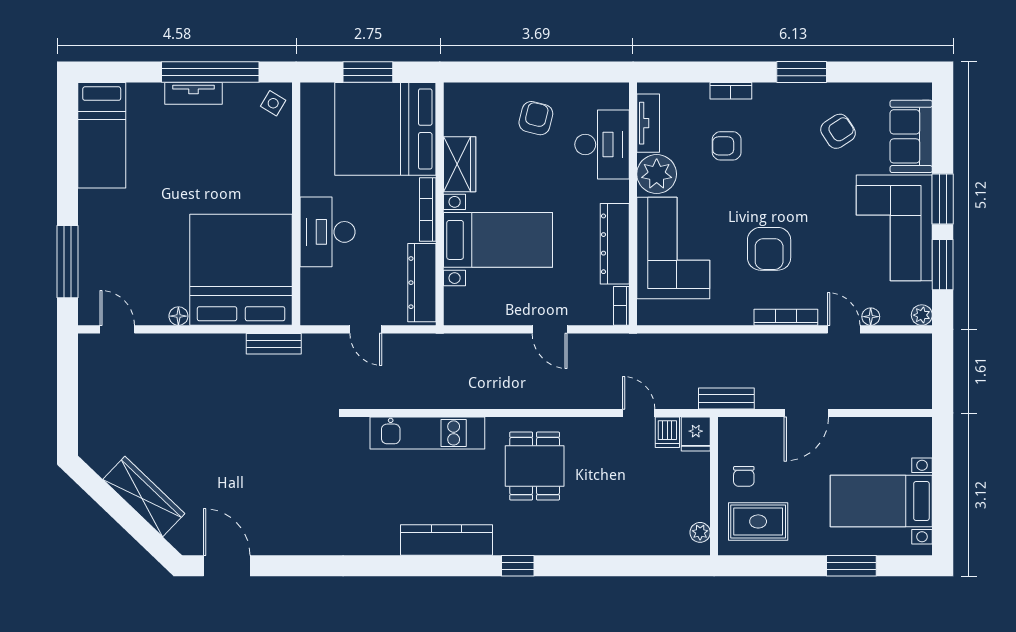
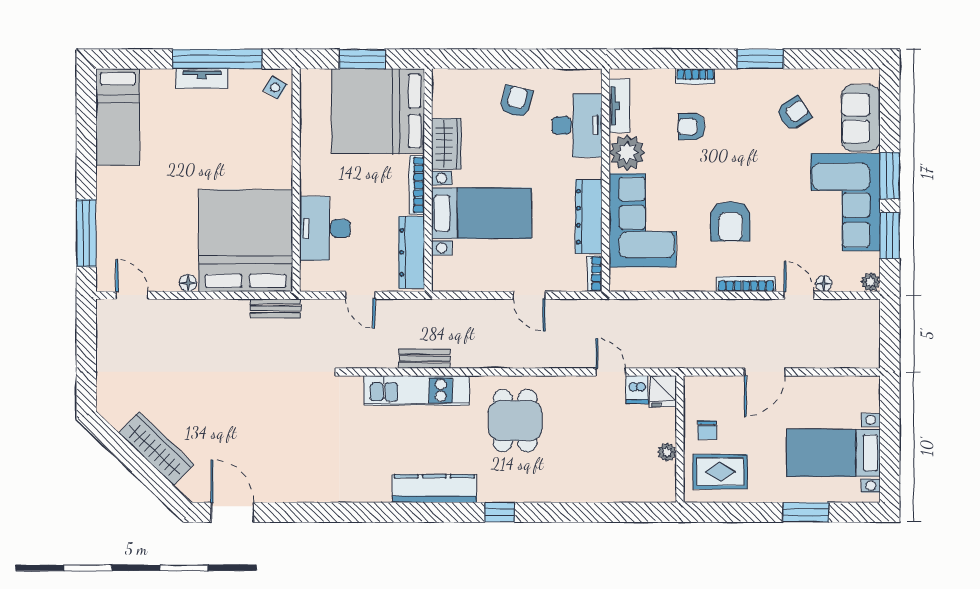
desk: (327, 232) -> (325, 228), moved
bench: (726, 398) -> (424, 359), moved
plant: (700, 532) -> (667, 452), moved

